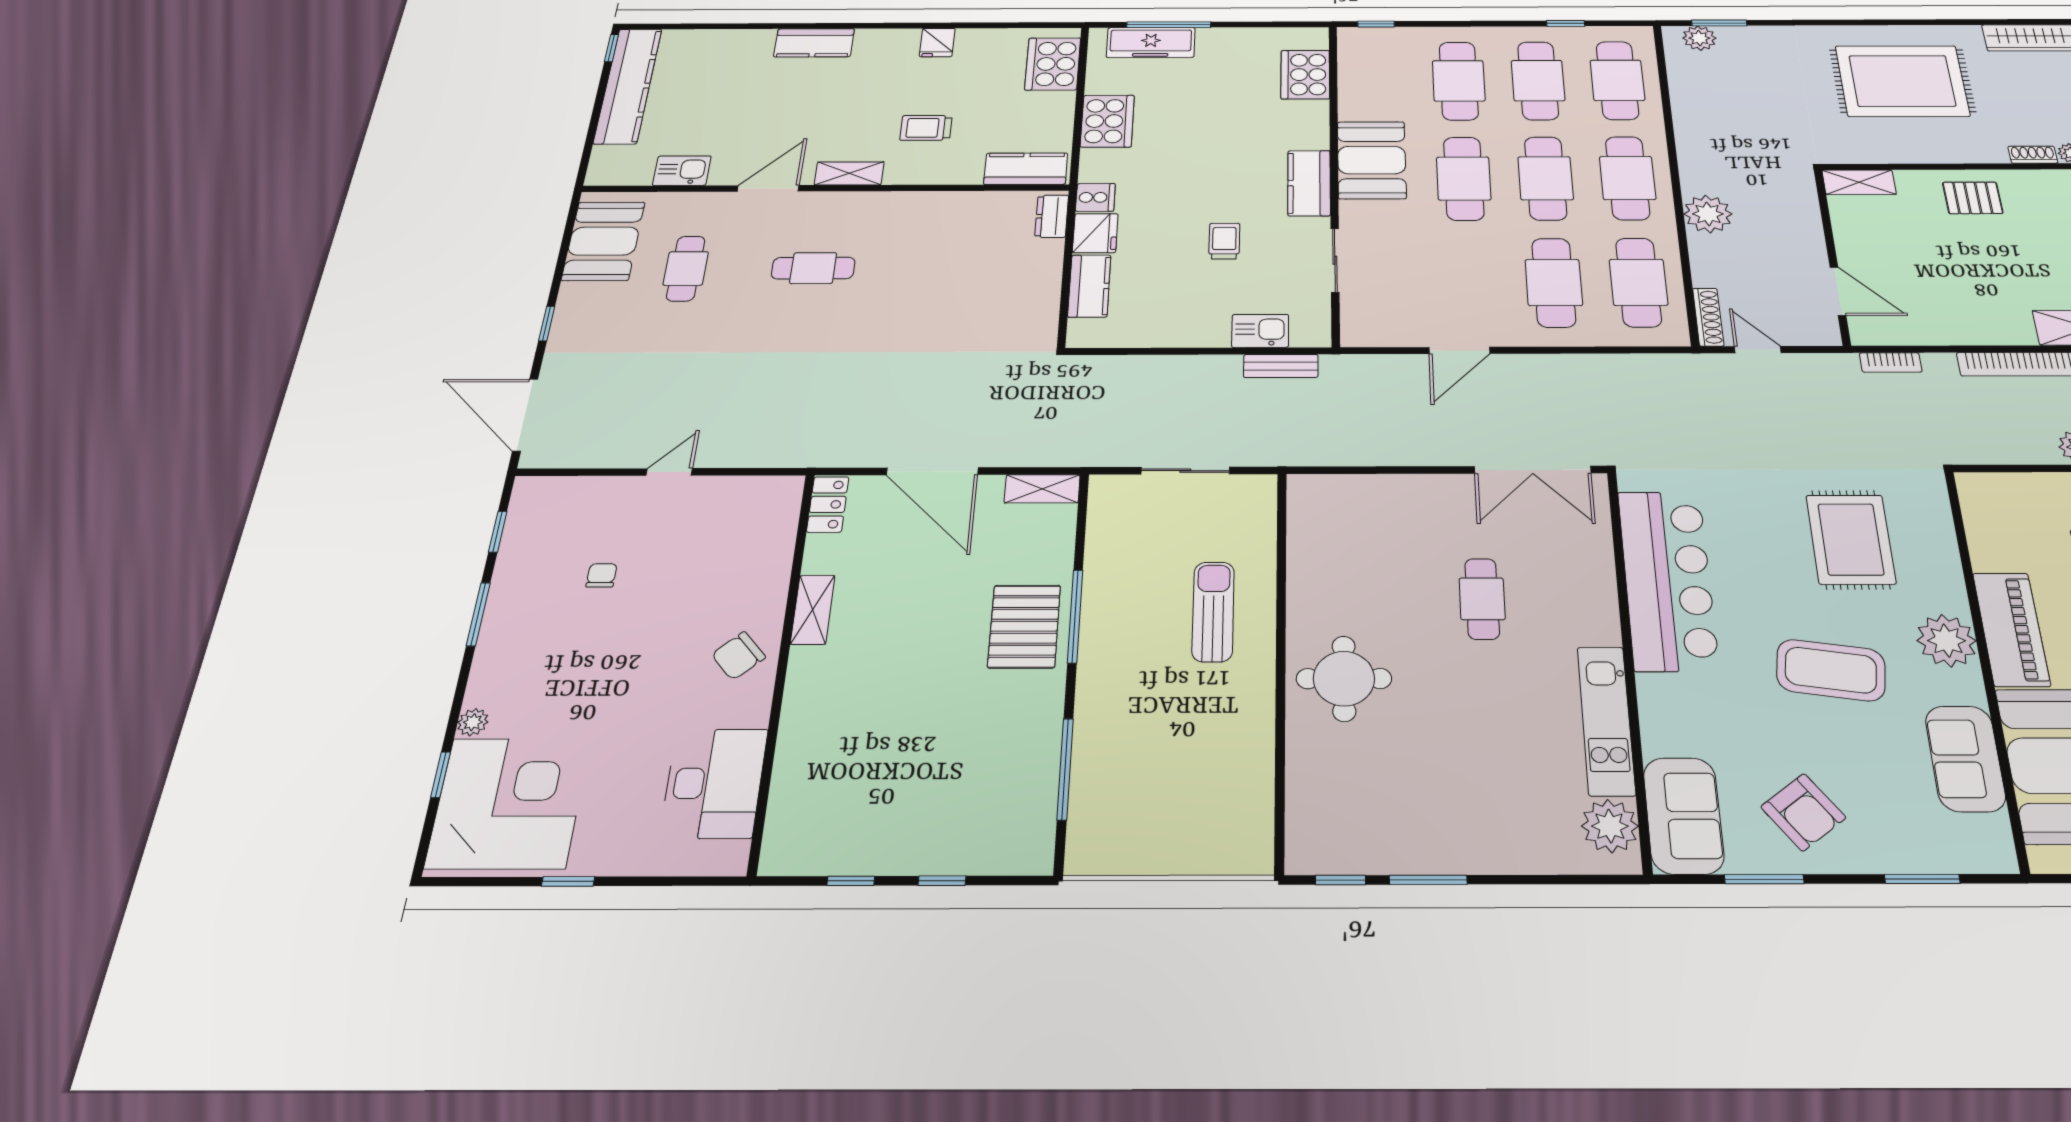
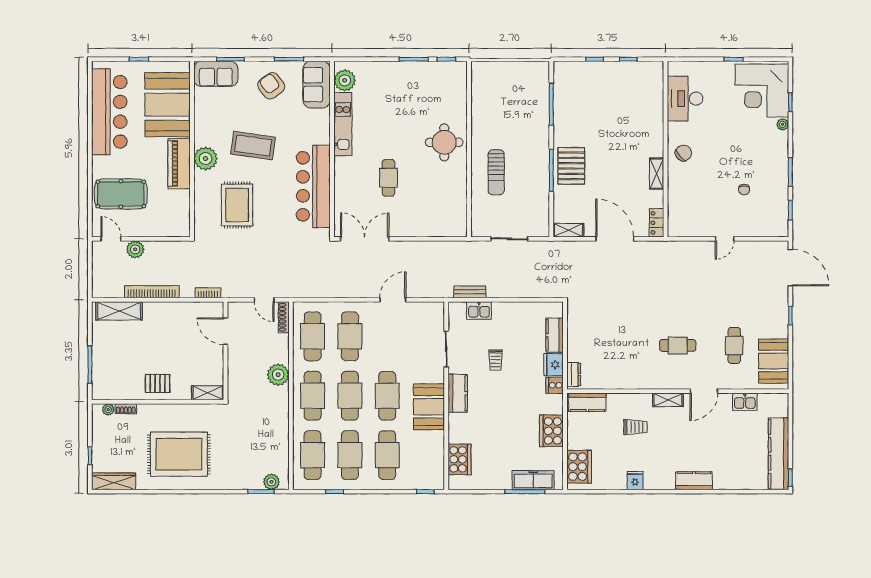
sofa: (1965, 759) -> (216, 74), moved, turned 90

